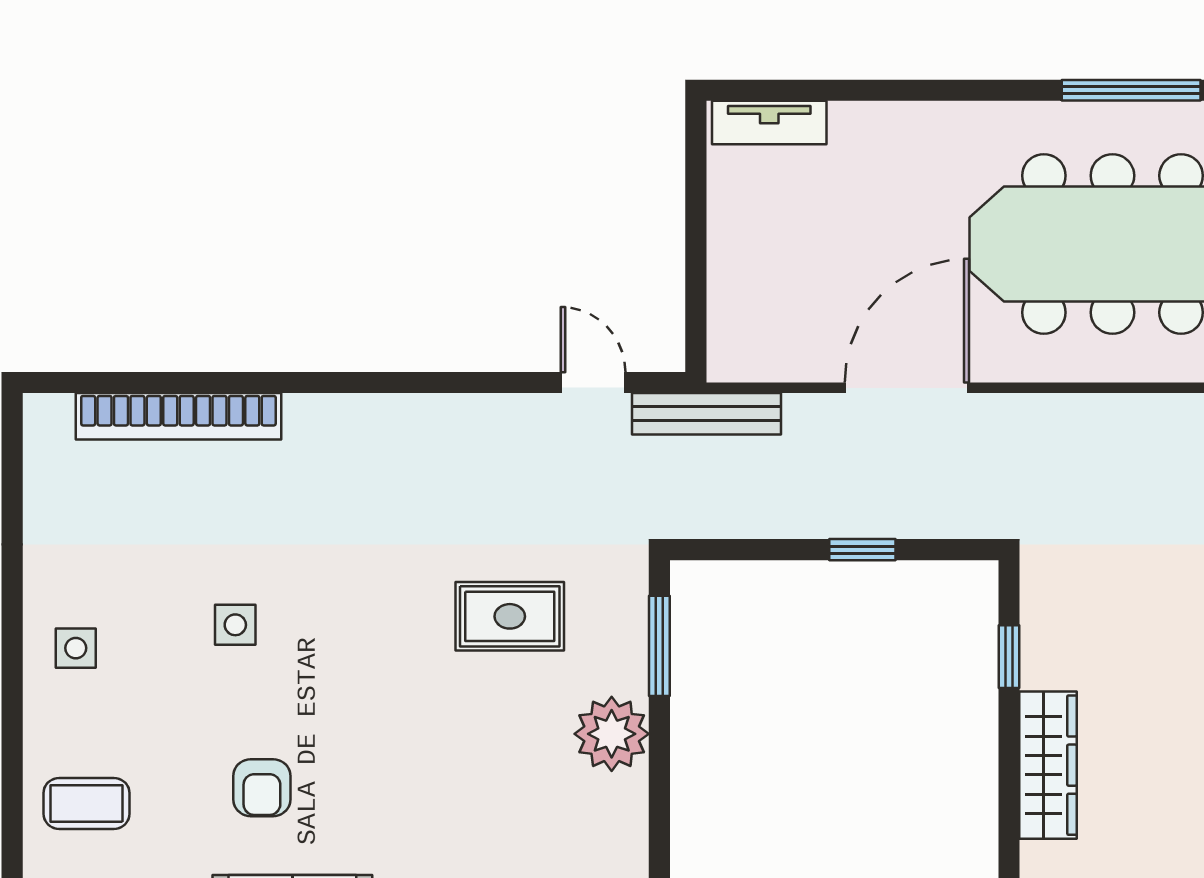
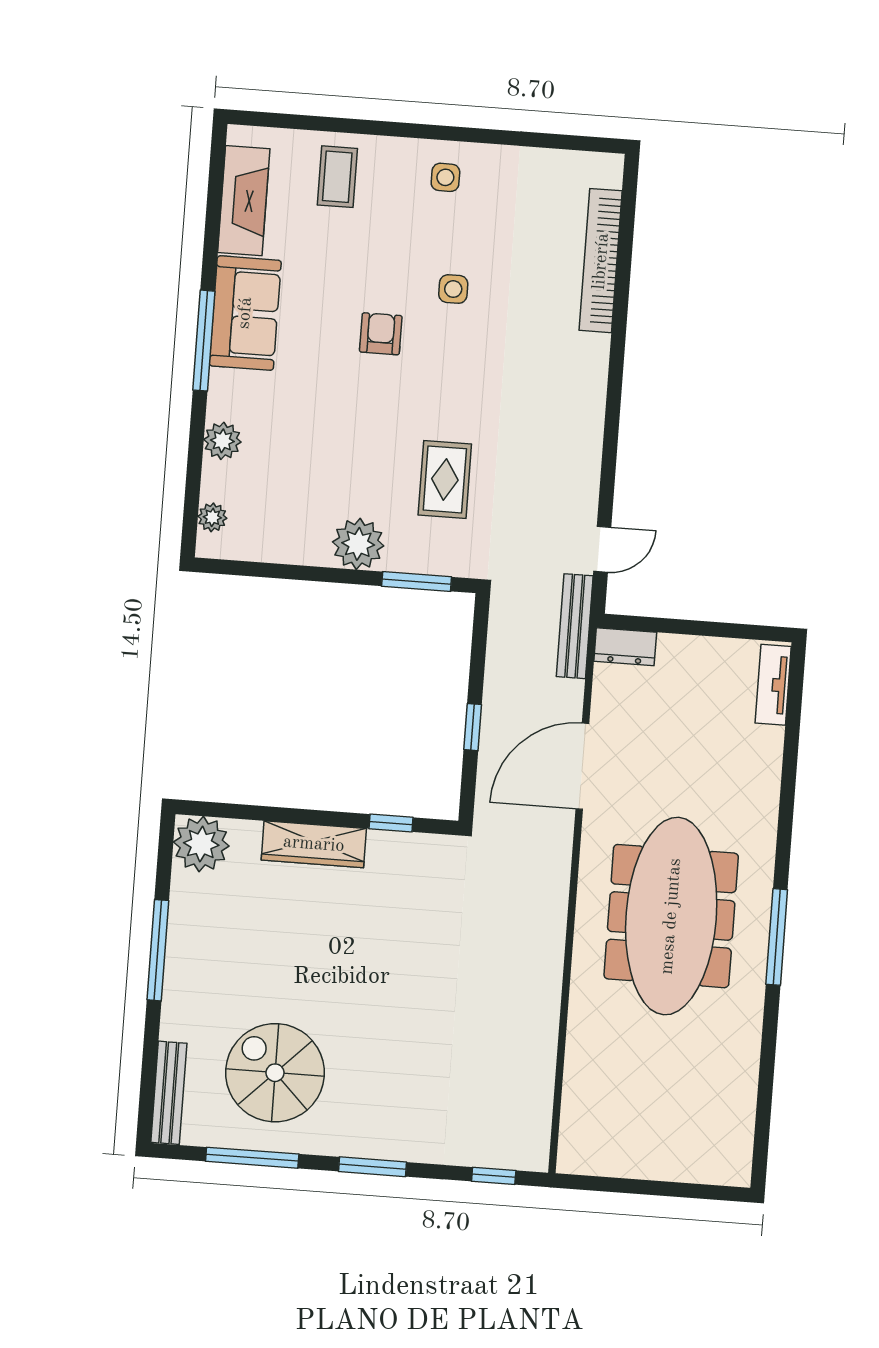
dresser: (731, 339) -> (625, 647), added
door: (907, 388) -> (582, 766), swing flipped
armchair: (262, 788) -> (381, 334), moved, turned 90

